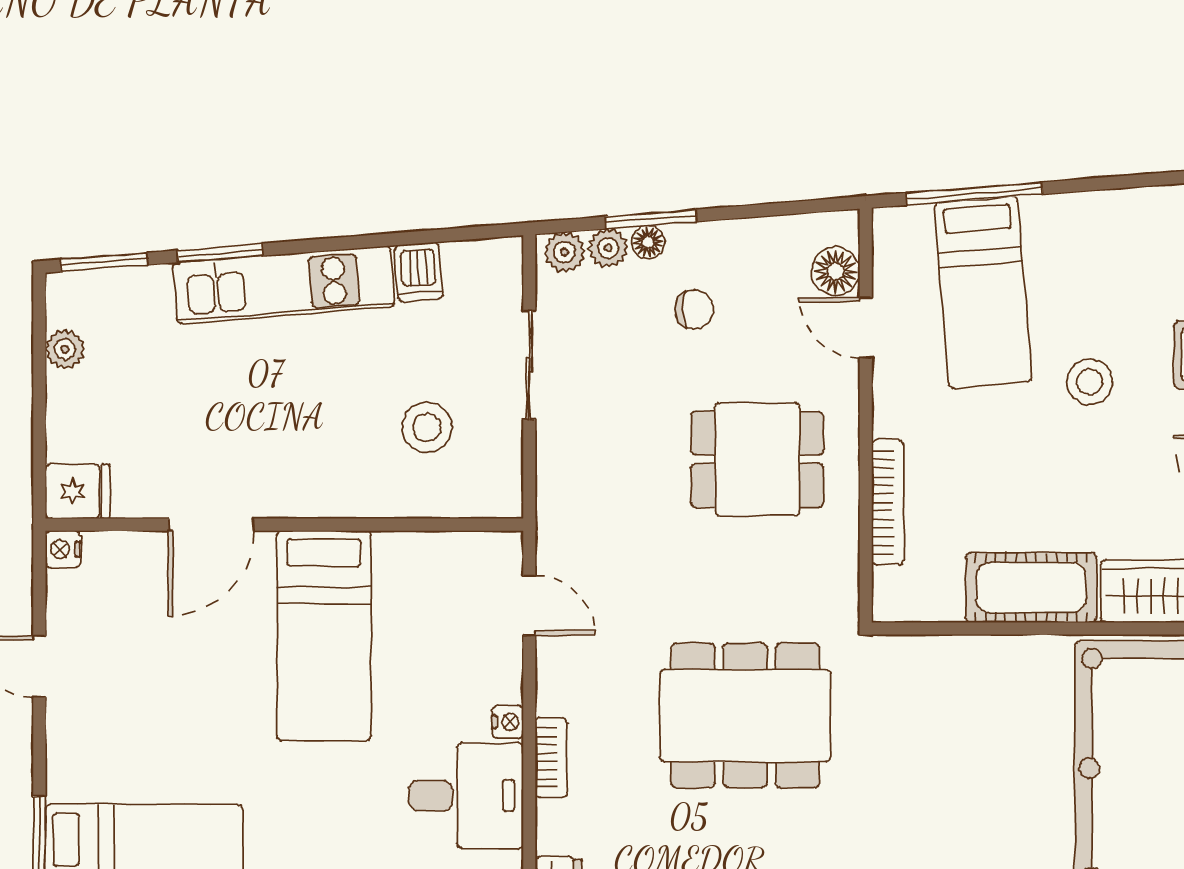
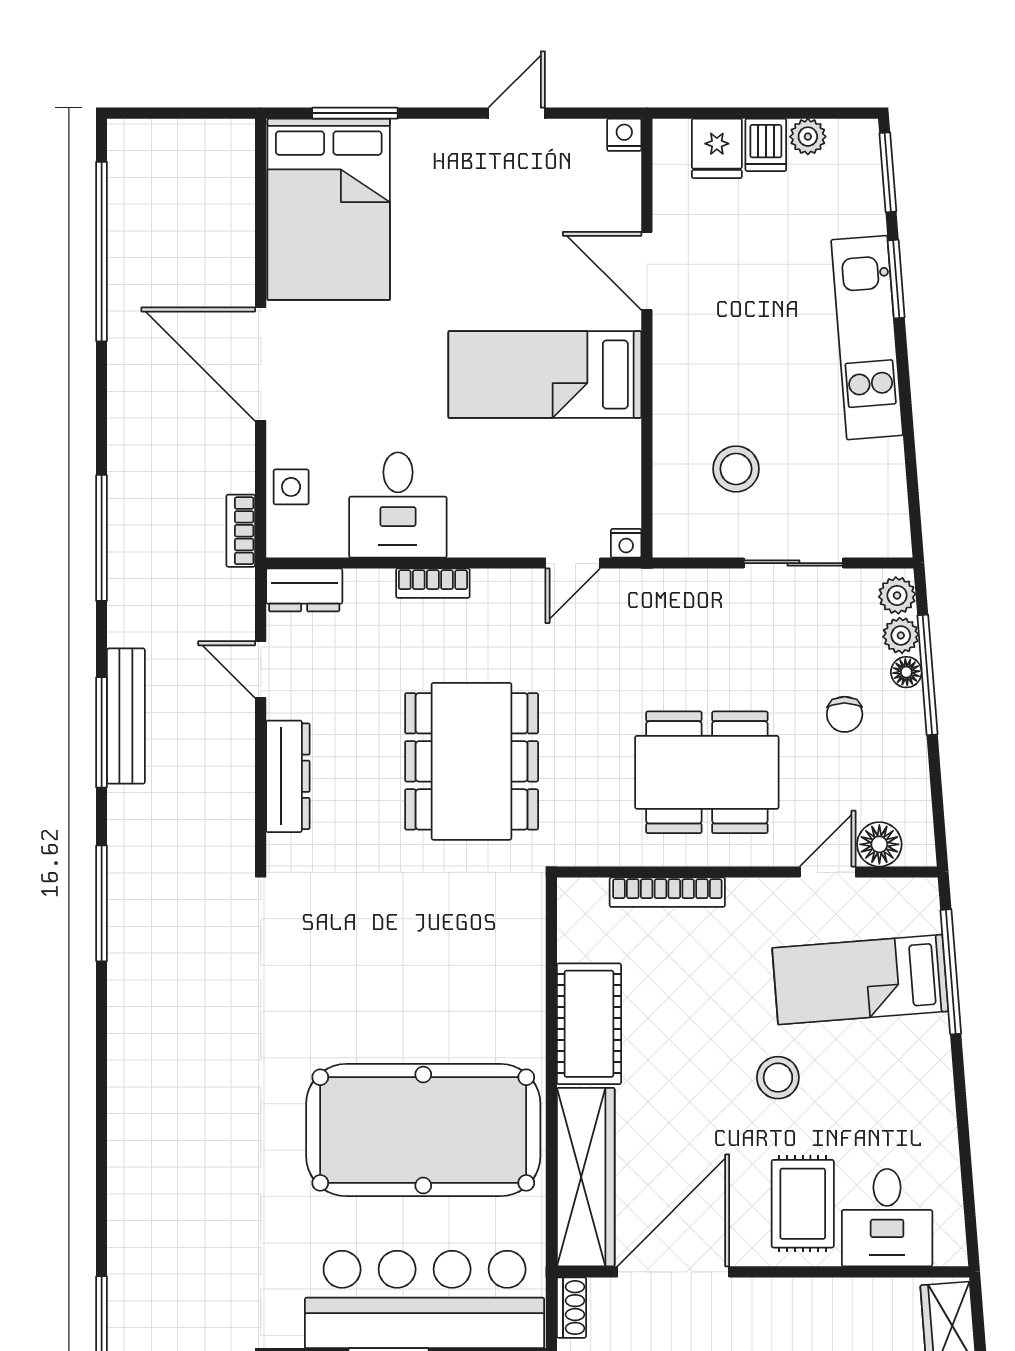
window: (651, 219) -> (927, 675), width x1.44
dishwasher: (419, 272) -> (766, 145), moved, turned -85
dining table: (757, 459) -> (707, 772), width x1.37
fridge: (78, 491) -> (717, 148), moved
nightstand: (508, 722) -> (626, 543), moved

